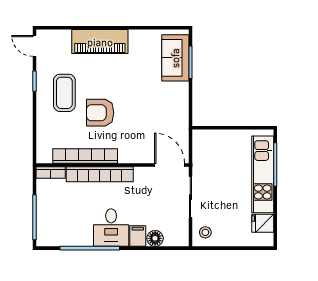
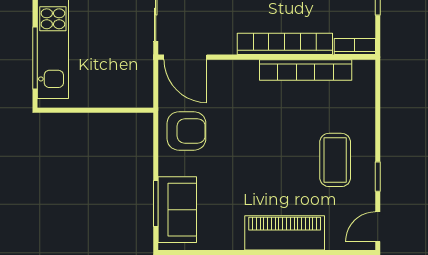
door: (35, 46) -> (378, 227), swing flipped
armchair: (100, 113) -> (186, 131), moved

